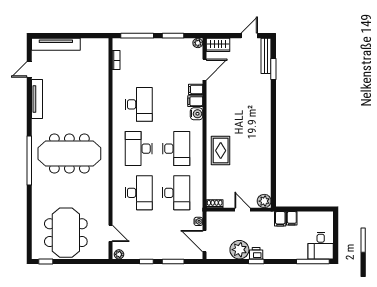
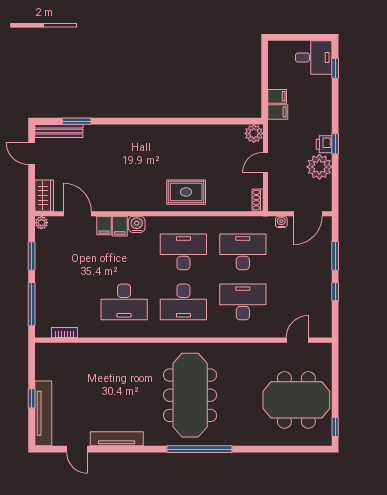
window: (67, 36) -> (32, 398), added
desk: (139, 104) -> (124, 302), turned 180
plant: (119, 254) -> (326, 329), removed
window: (313, 262) -> (335, 68), width x0.46

